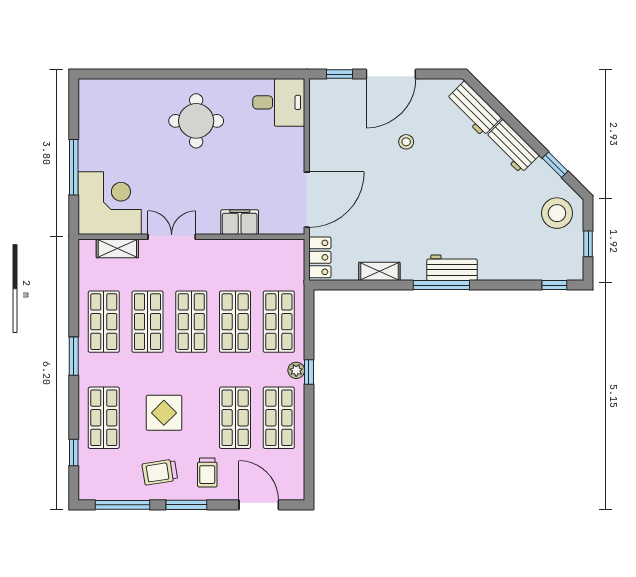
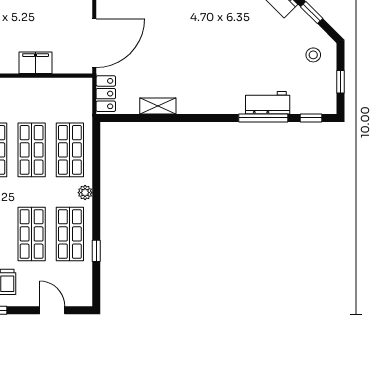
stool: (557, 213) -> (313, 55), width x0.53, depth x0.53
workbench: (452, 268) -> (268, 103), moved
window: (441, 285) -> (263, 118), moved
window: (309, 372) -> (96, 251), moved
door: (259, 505) -> (52, 310), width x0.73

